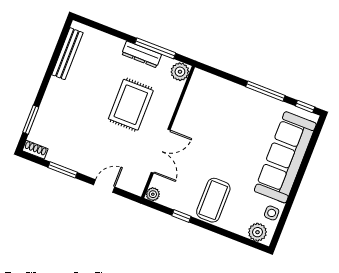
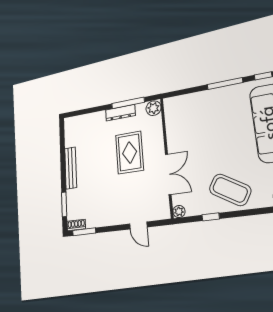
bench: (67, 54) -> (71, 168), moved
window: (63, 170) -> (84, 232), moved
door: (104, 186) -> (138, 225), swing flipped
coffee table: (213, 200) -> (230, 190), turned -59

